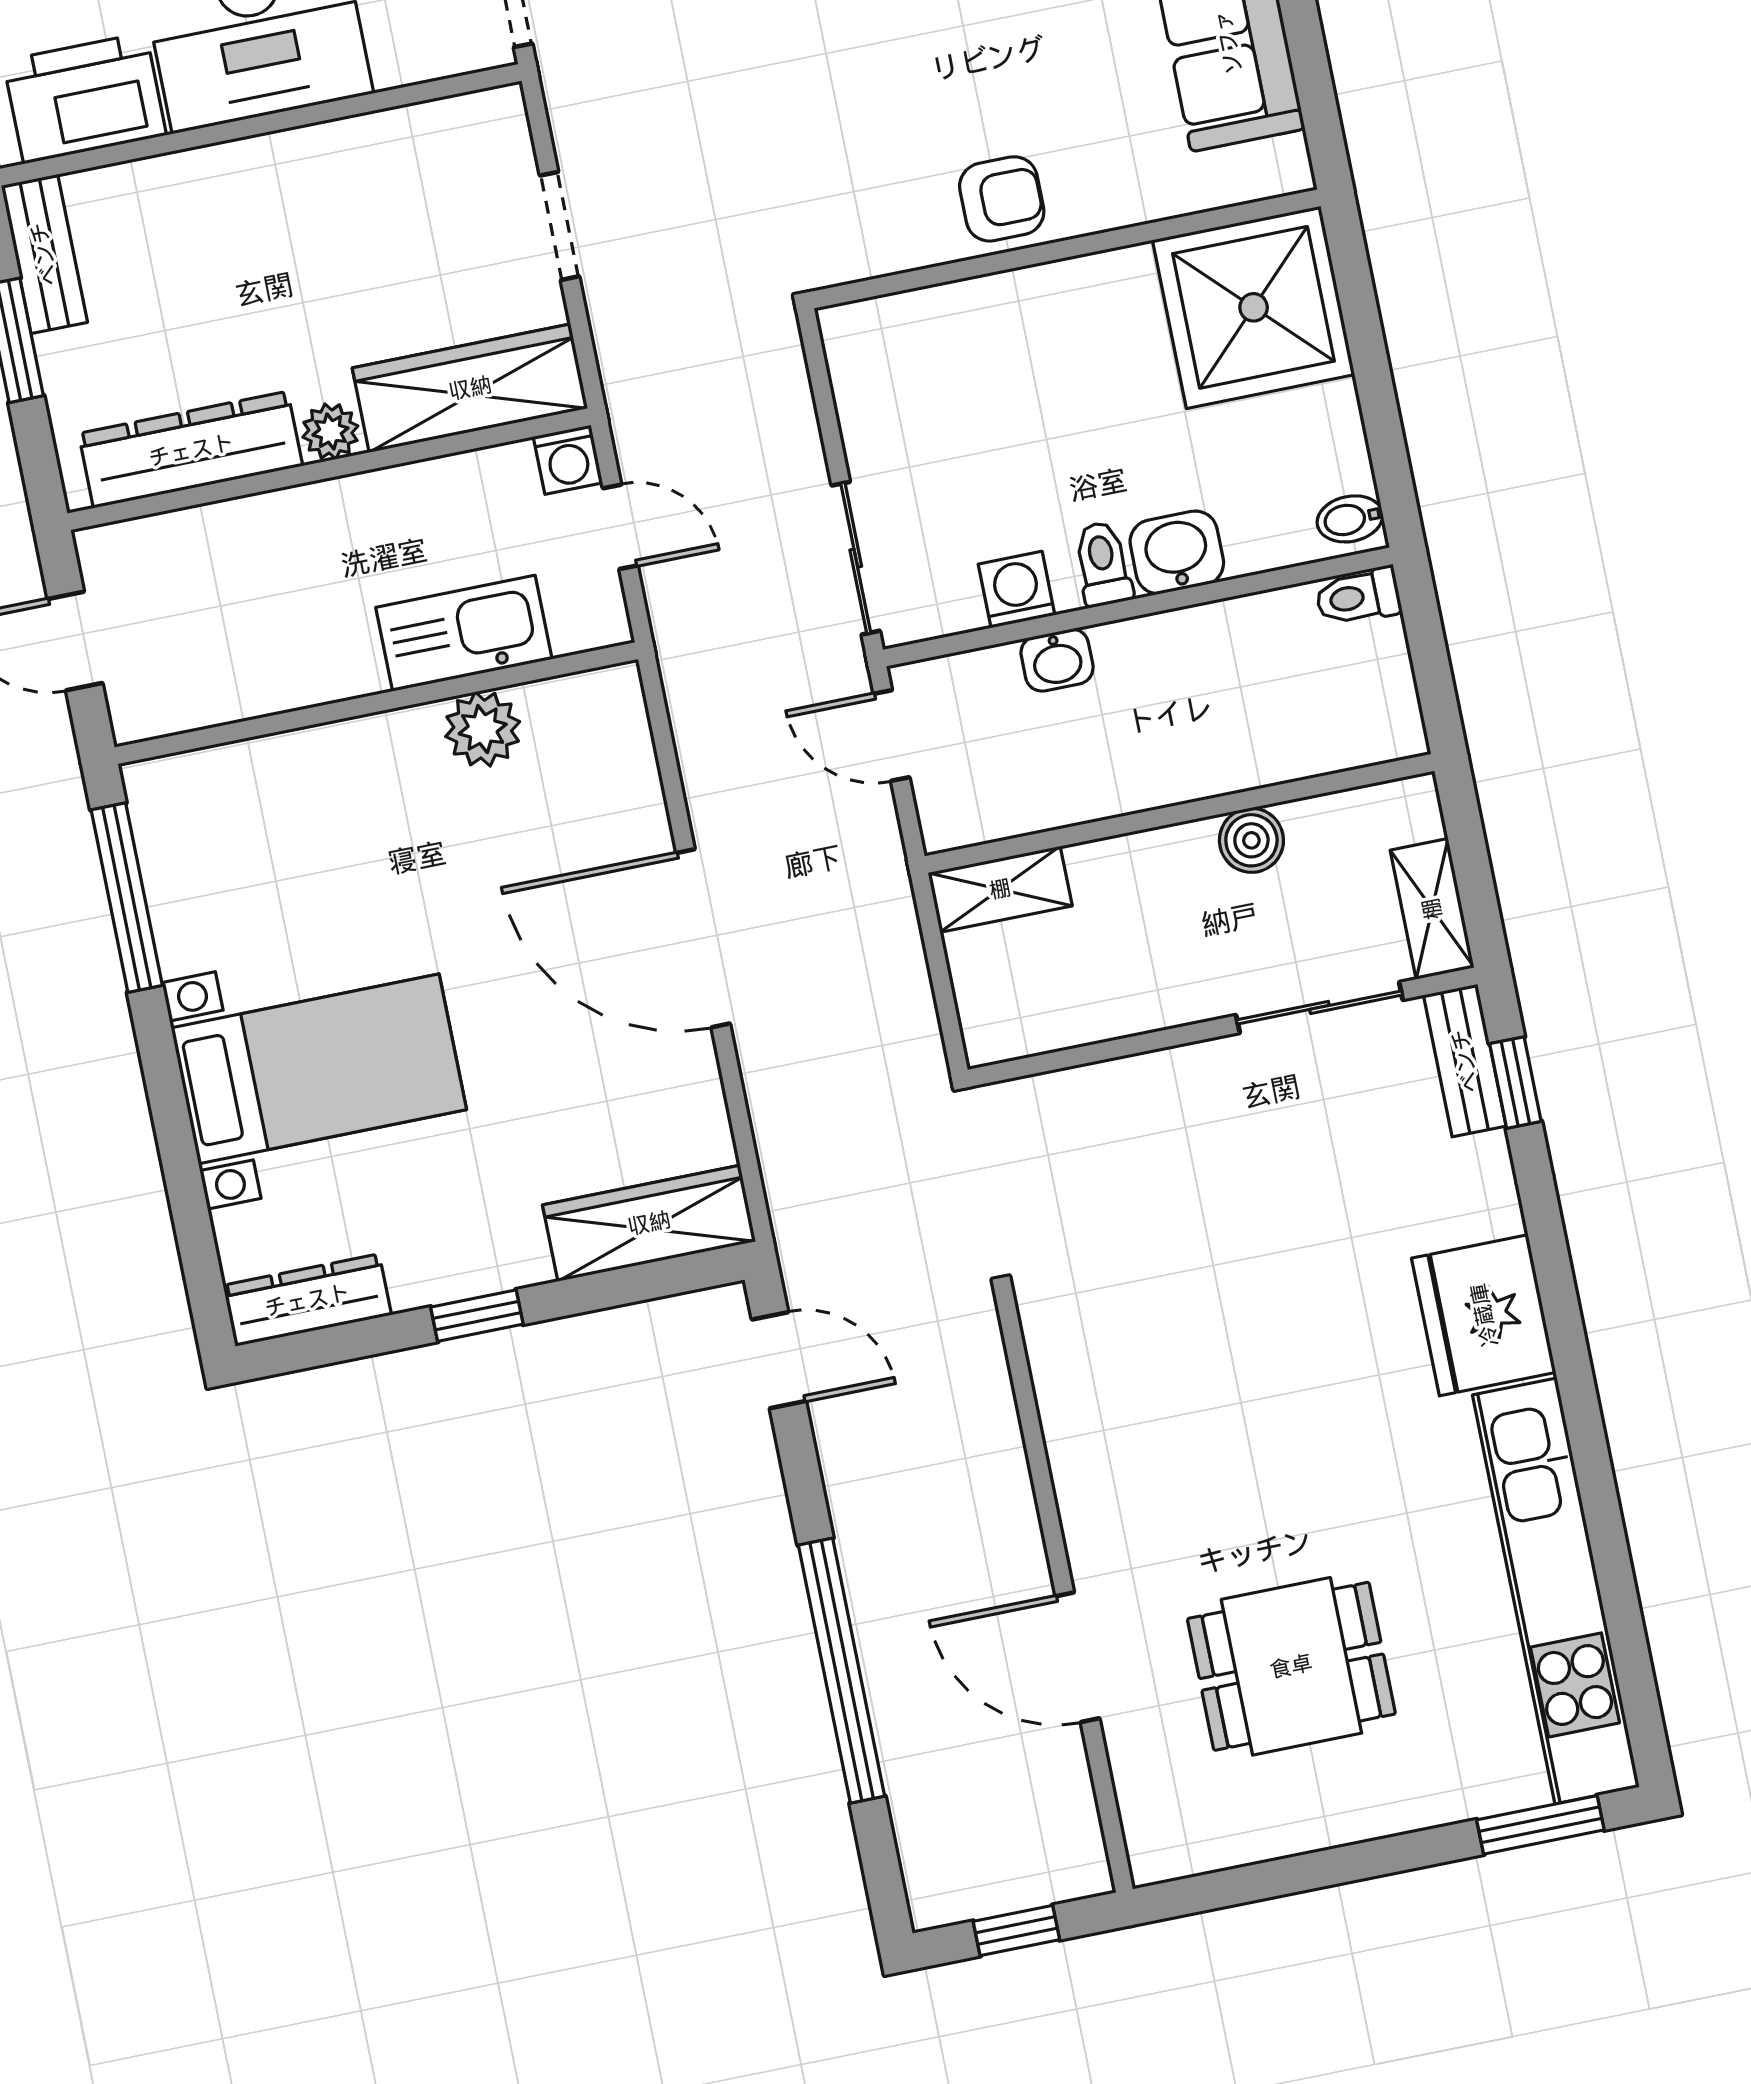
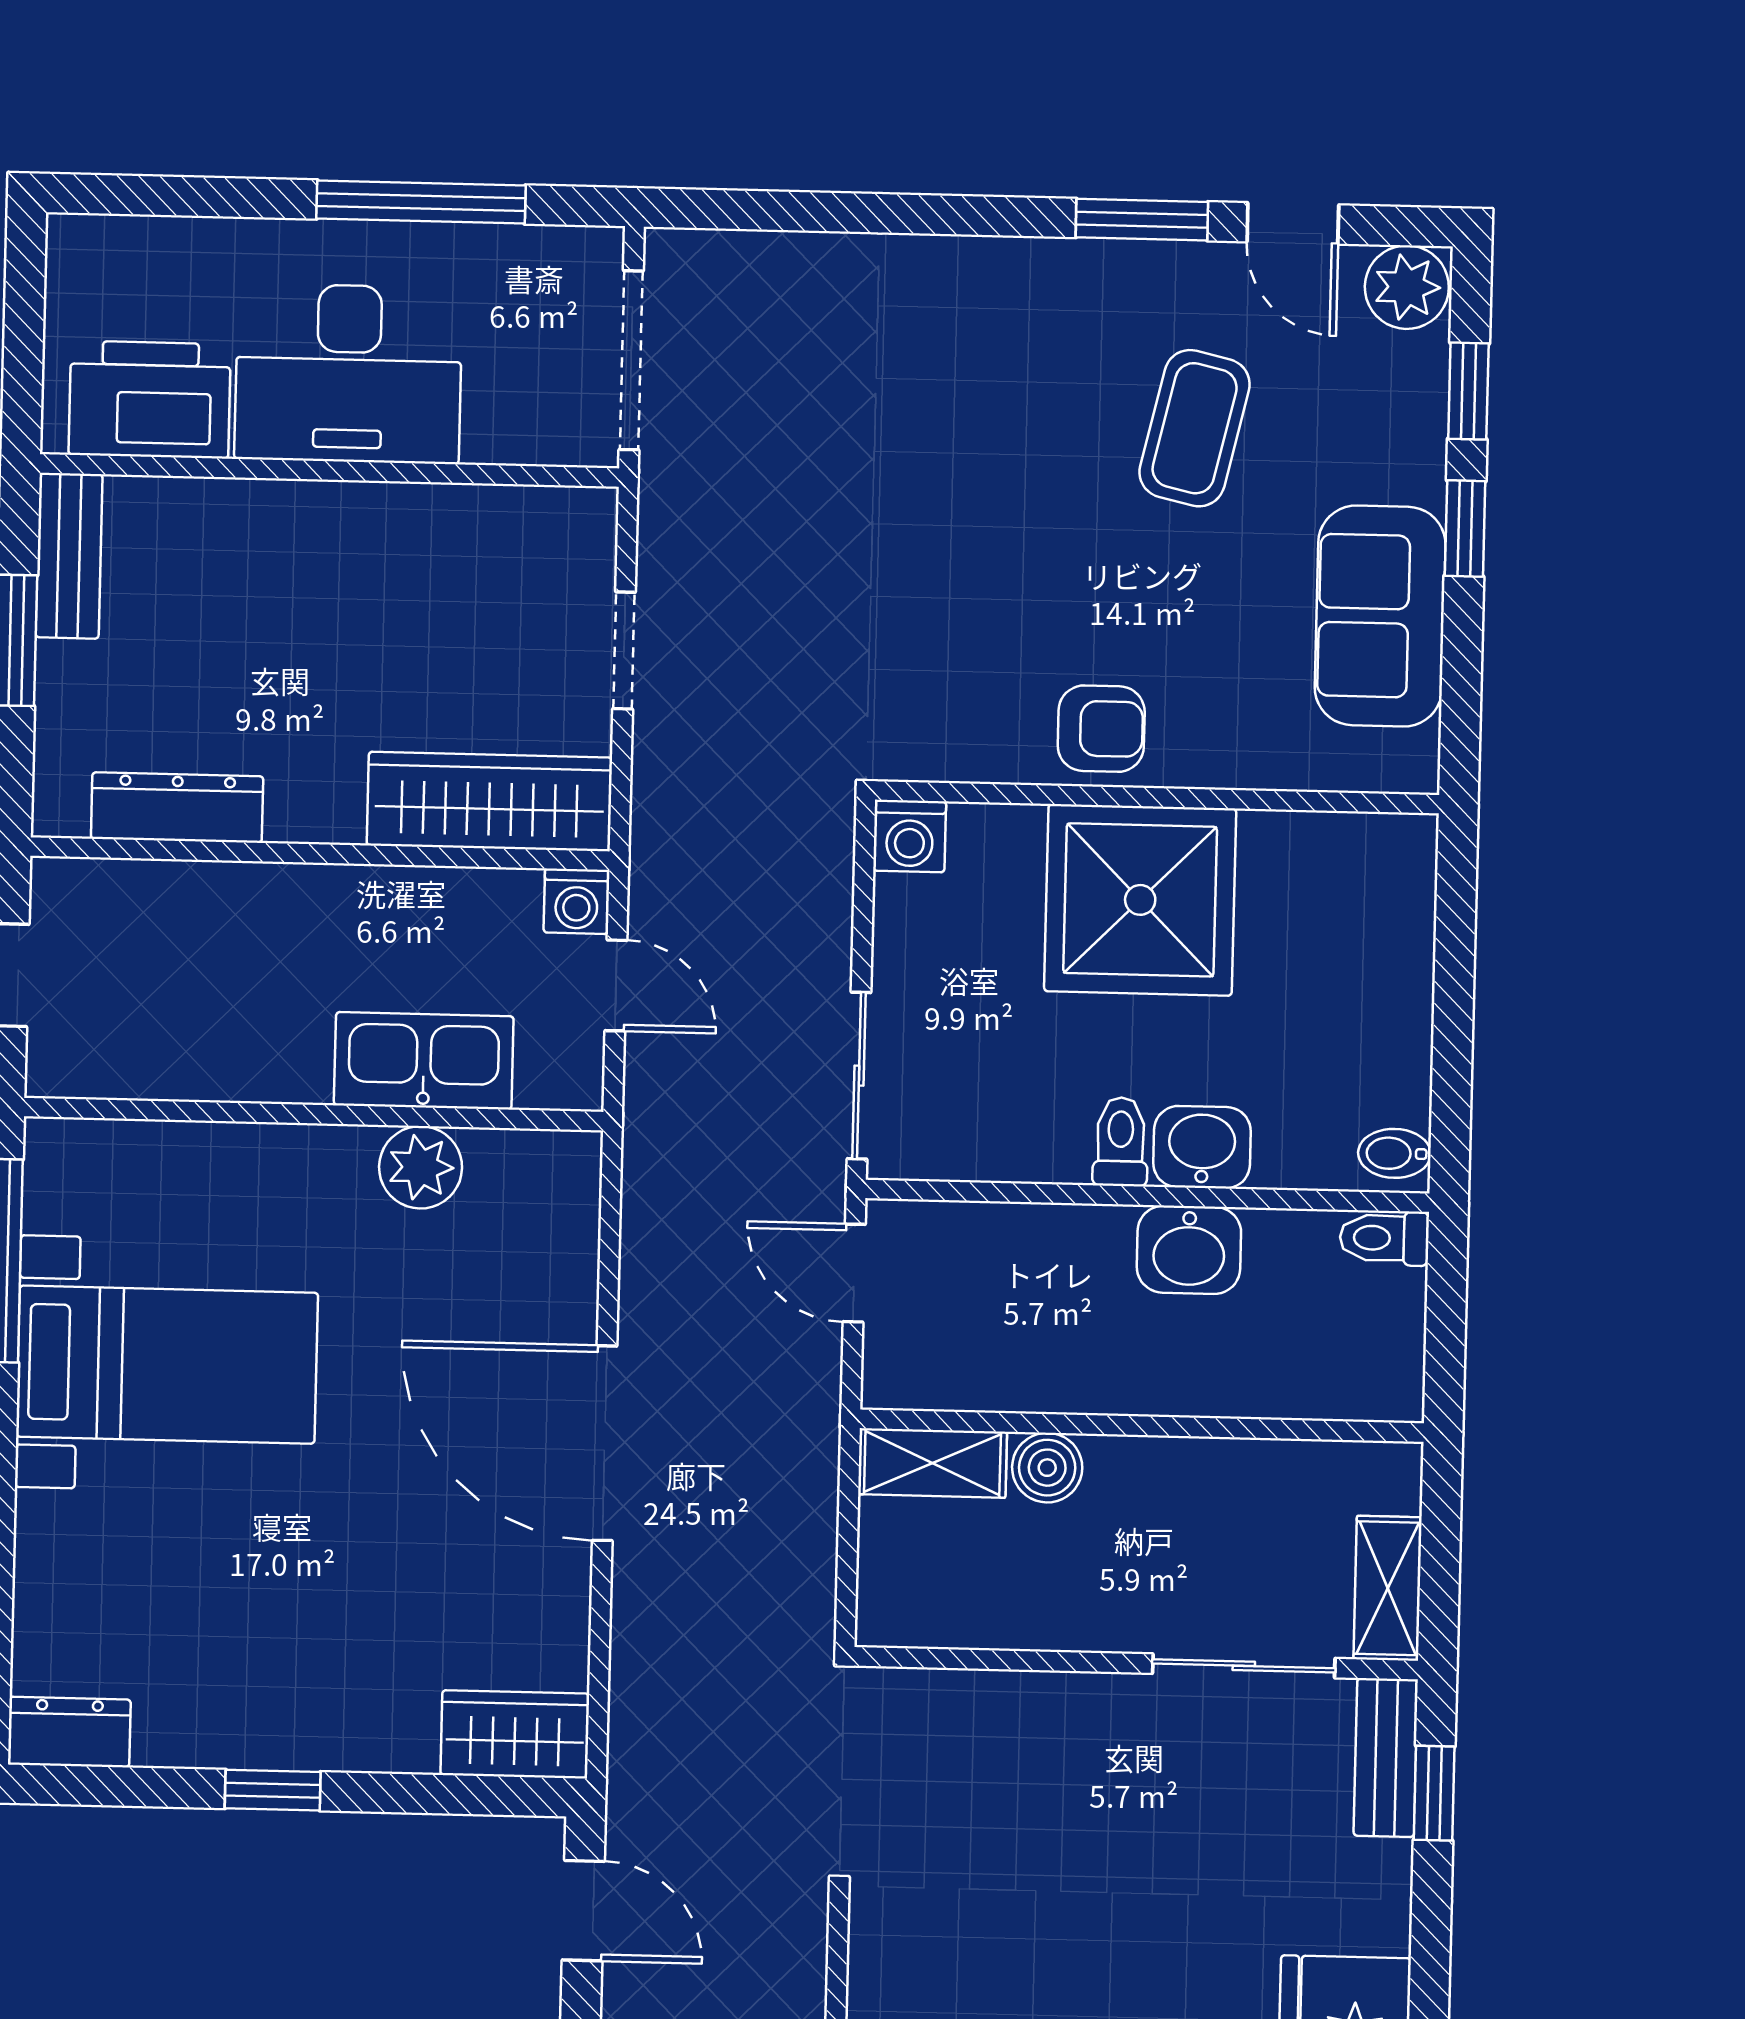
shower: (1254, 307) -> (1140, 900), moved
plant: (330, 431) -> (331, 814), removed
dresser: (191, 450) -> (177, 807), width x0.73, depth x0.80
washing machine: (1017, 590) -> (910, 836), moved, turned 180
washbasin: (1057, 660) -> (1189, 1250), moved, width x1.38, depth x1.45
boiler: (1251, 840) -> (1047, 1468), moved
bed with nightstands: (319, 1069) -> (167, 1365), moved
wardrobe: (649, 1223) -> (515, 1734), width x0.67
dresser: (307, 1300) -> (69, 1732), width x0.70

